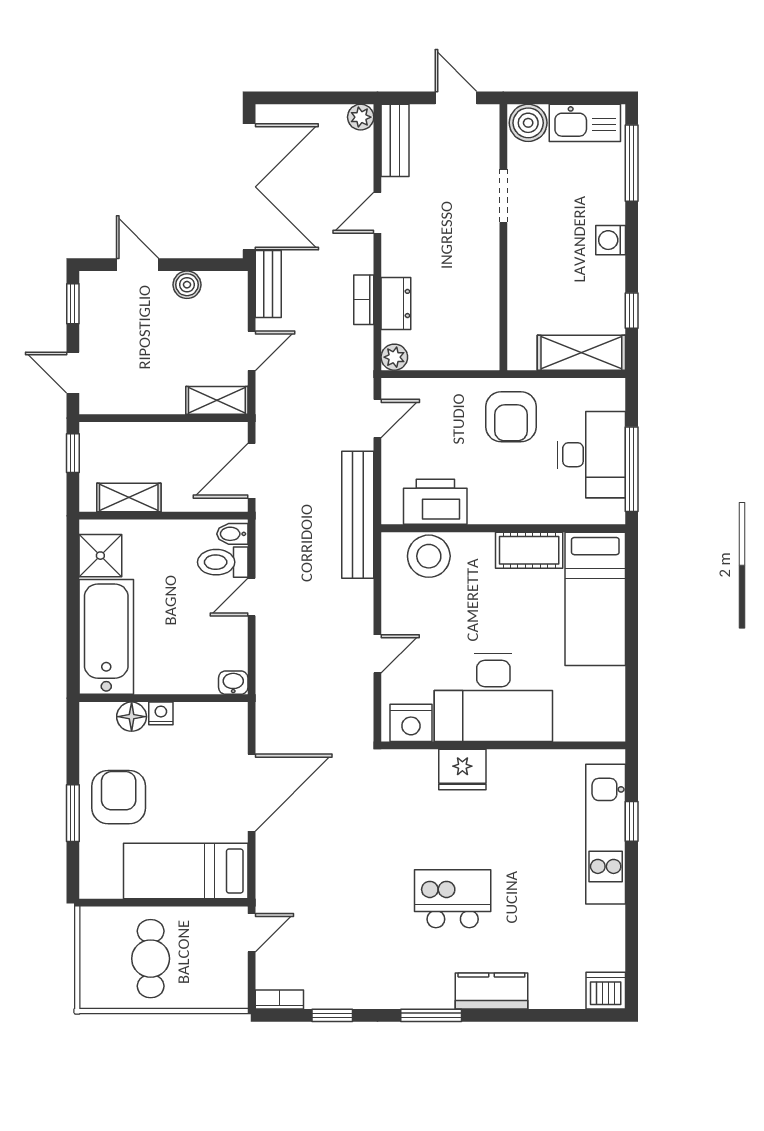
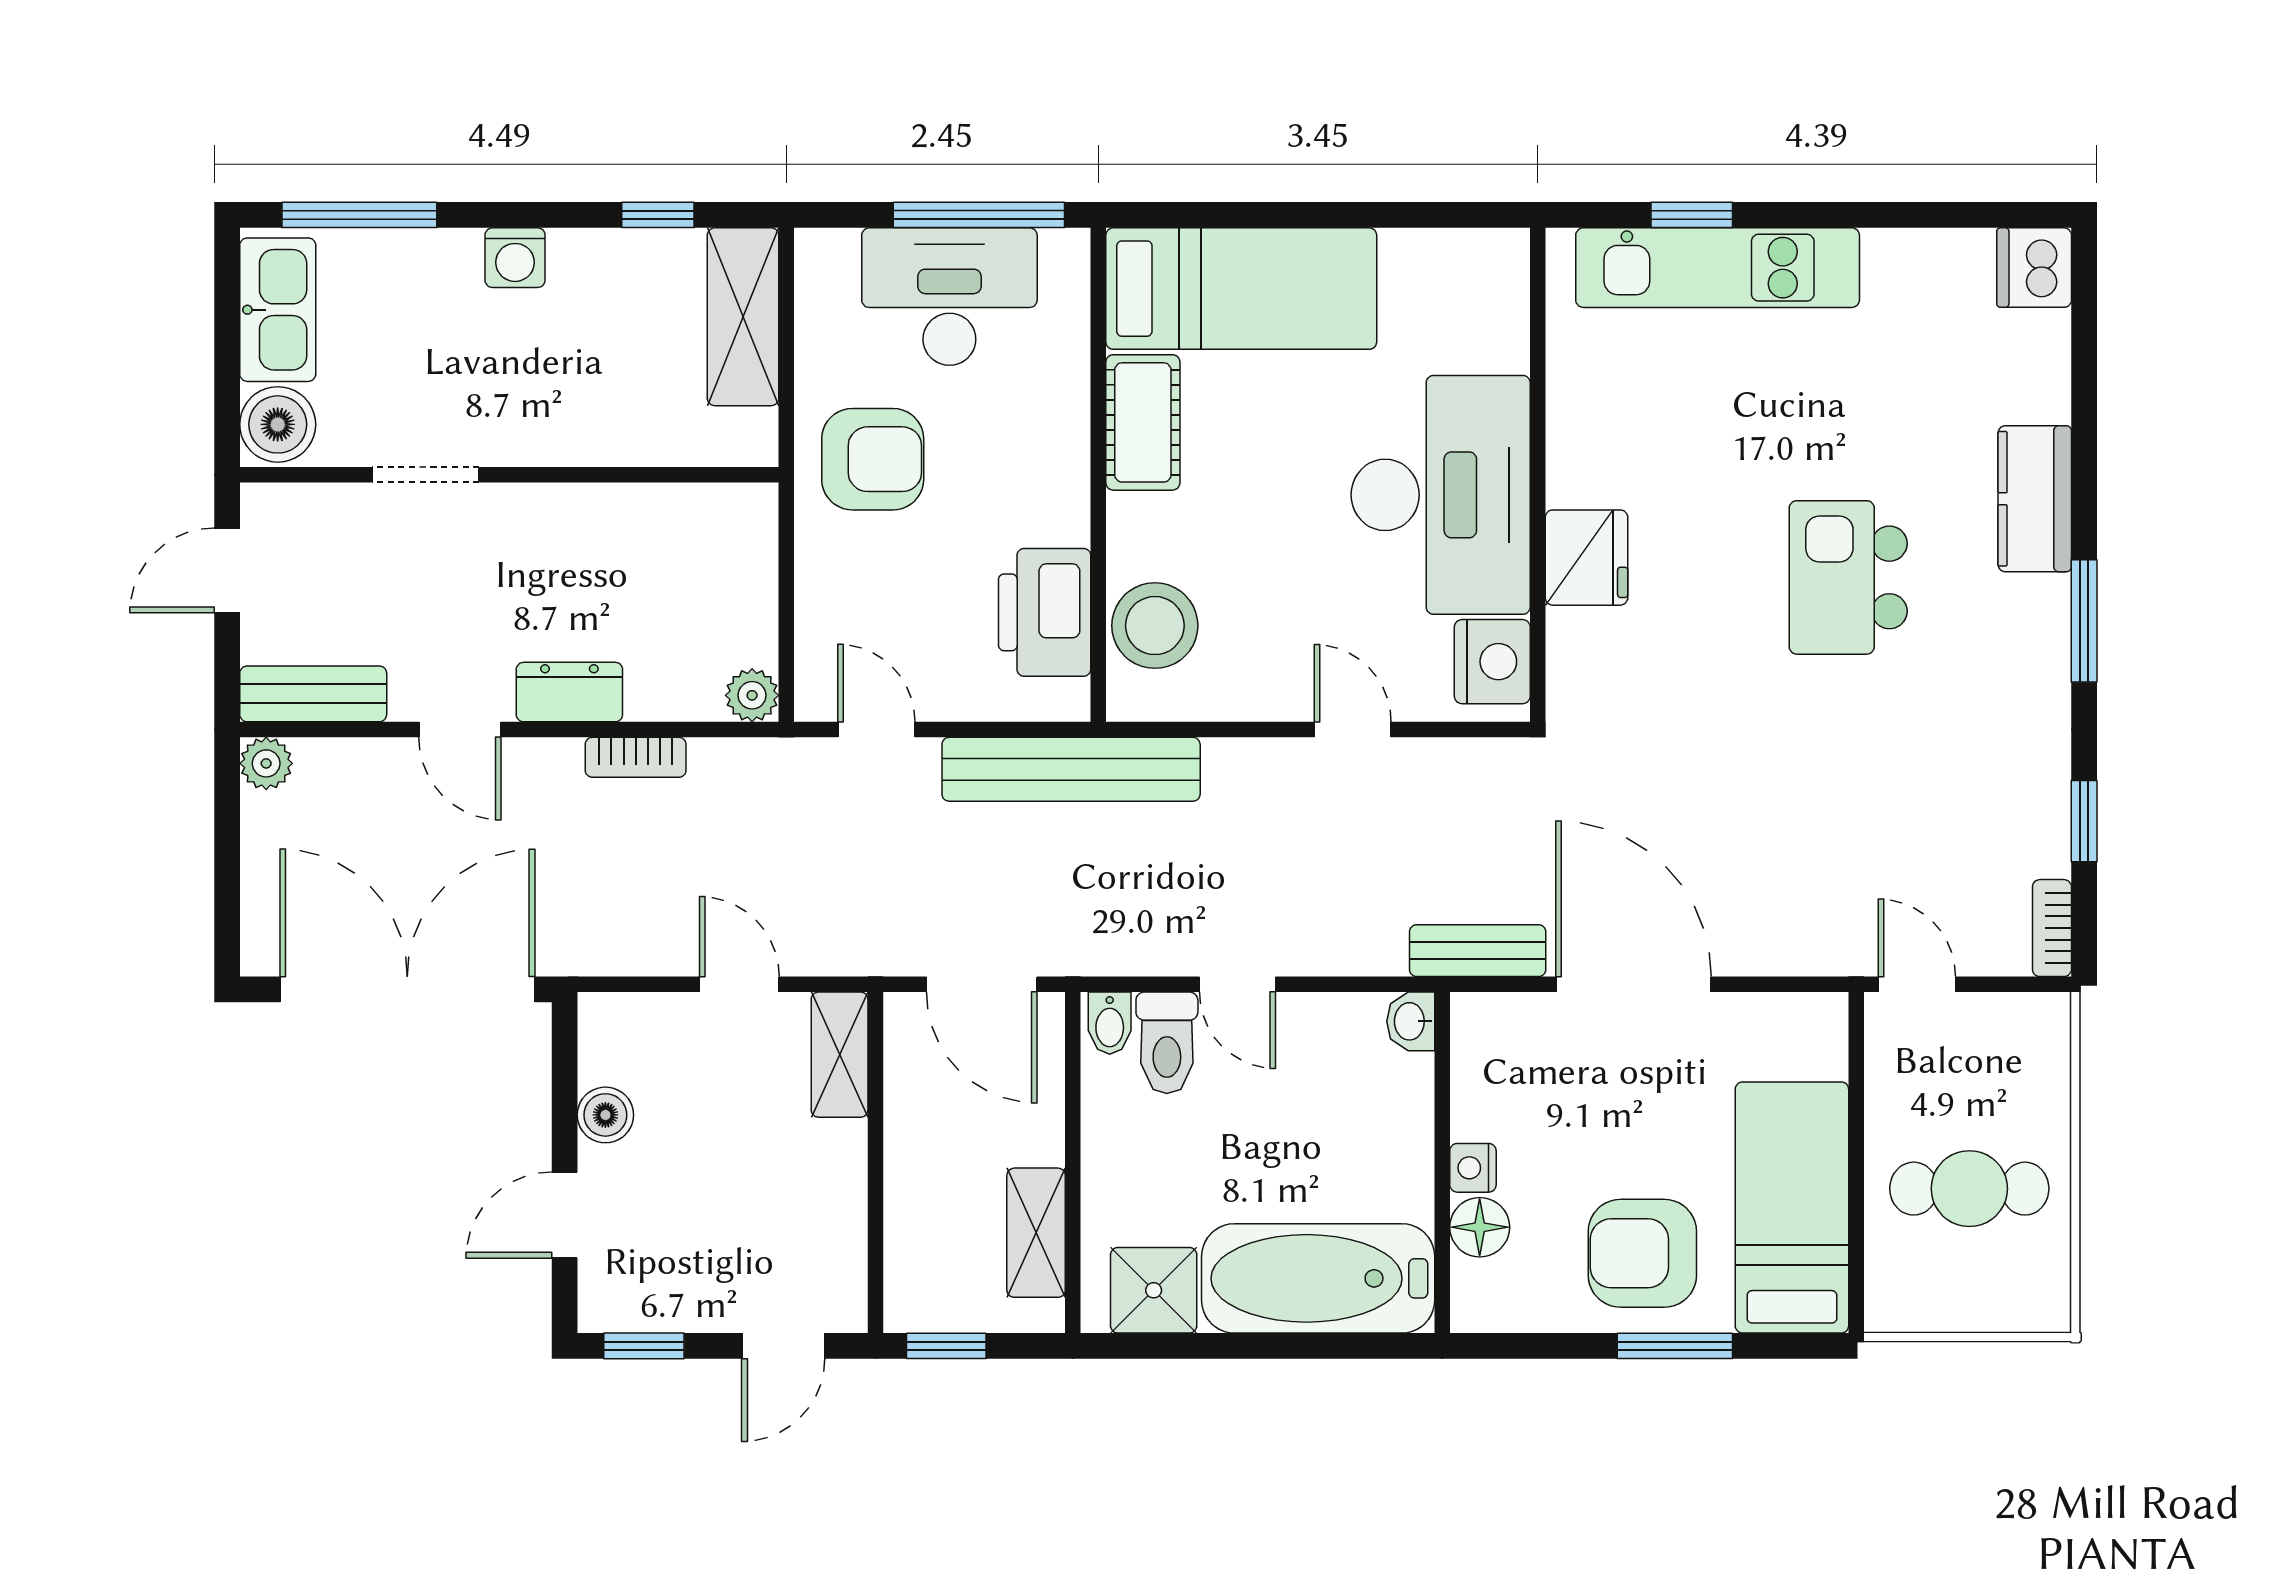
bench: (268, 284) -> (1478, 951), moved
dresser: (396, 303) -> (569, 692), moved
bed: (186, 871) -> (1792, 1208), moved, turned 180

